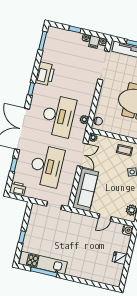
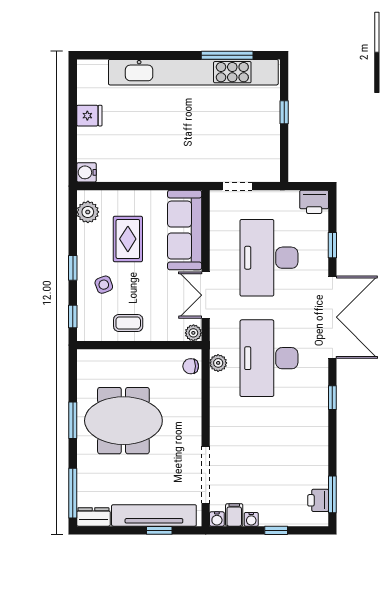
printer: (45, 74) -> (318, 500), moved, width x0.53, depth x0.68
rug: (115, 192) -> (128, 239), added
door: (105, 217) -> (135, 186), removed
kitchen unit: (43, 263) -> (193, 72), width x1.86

